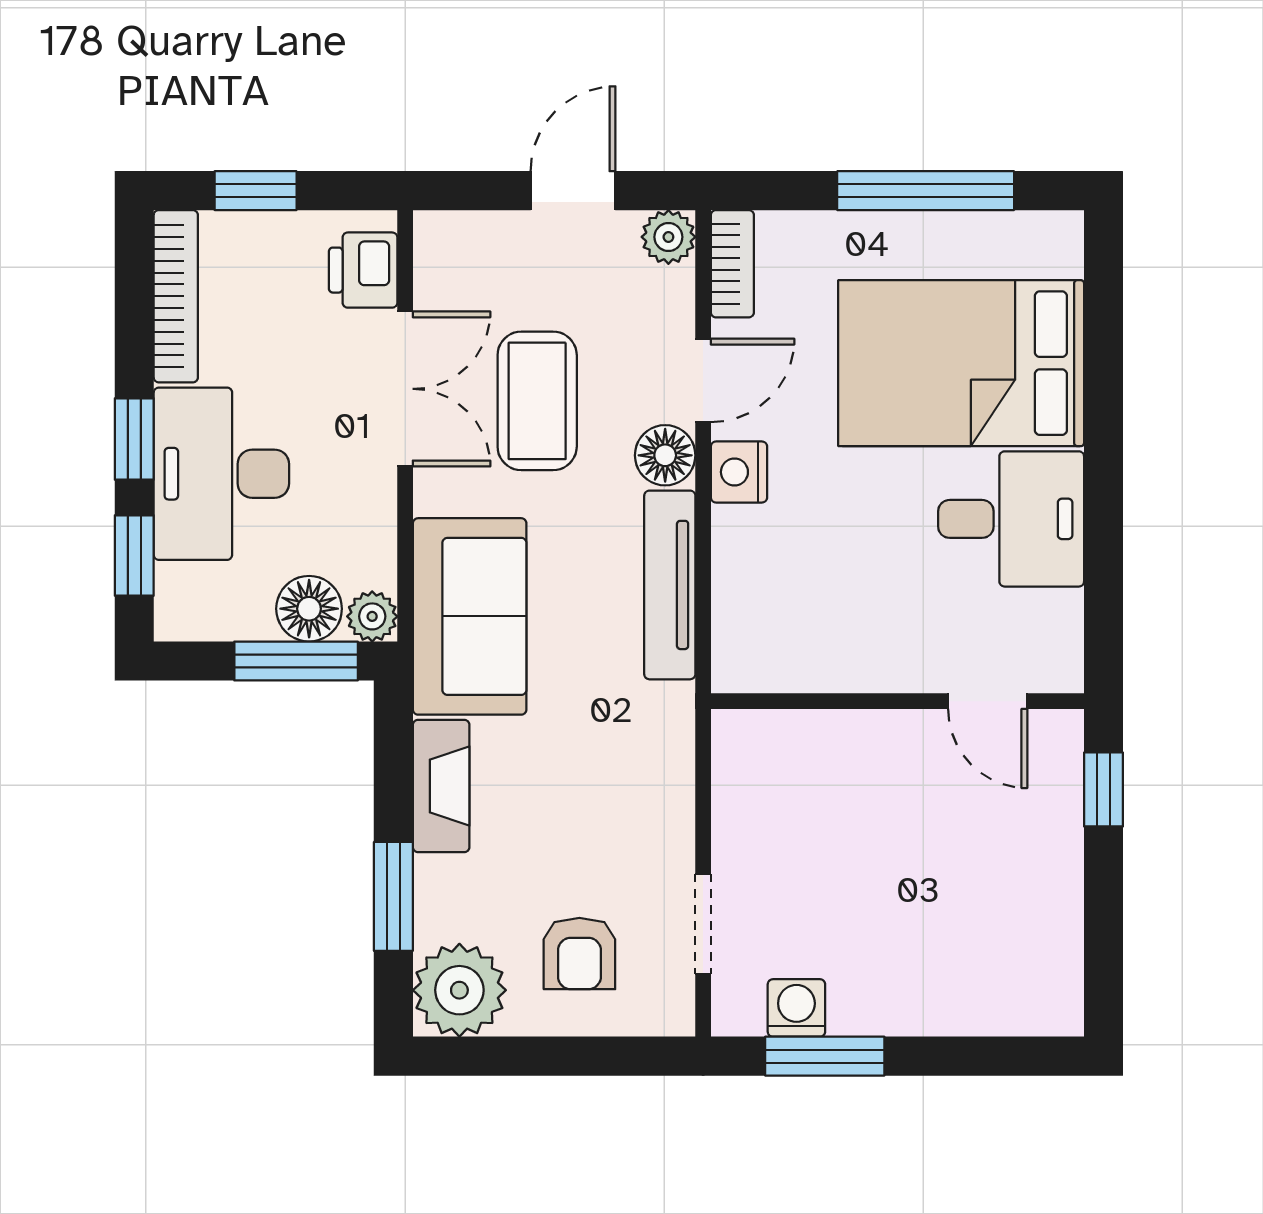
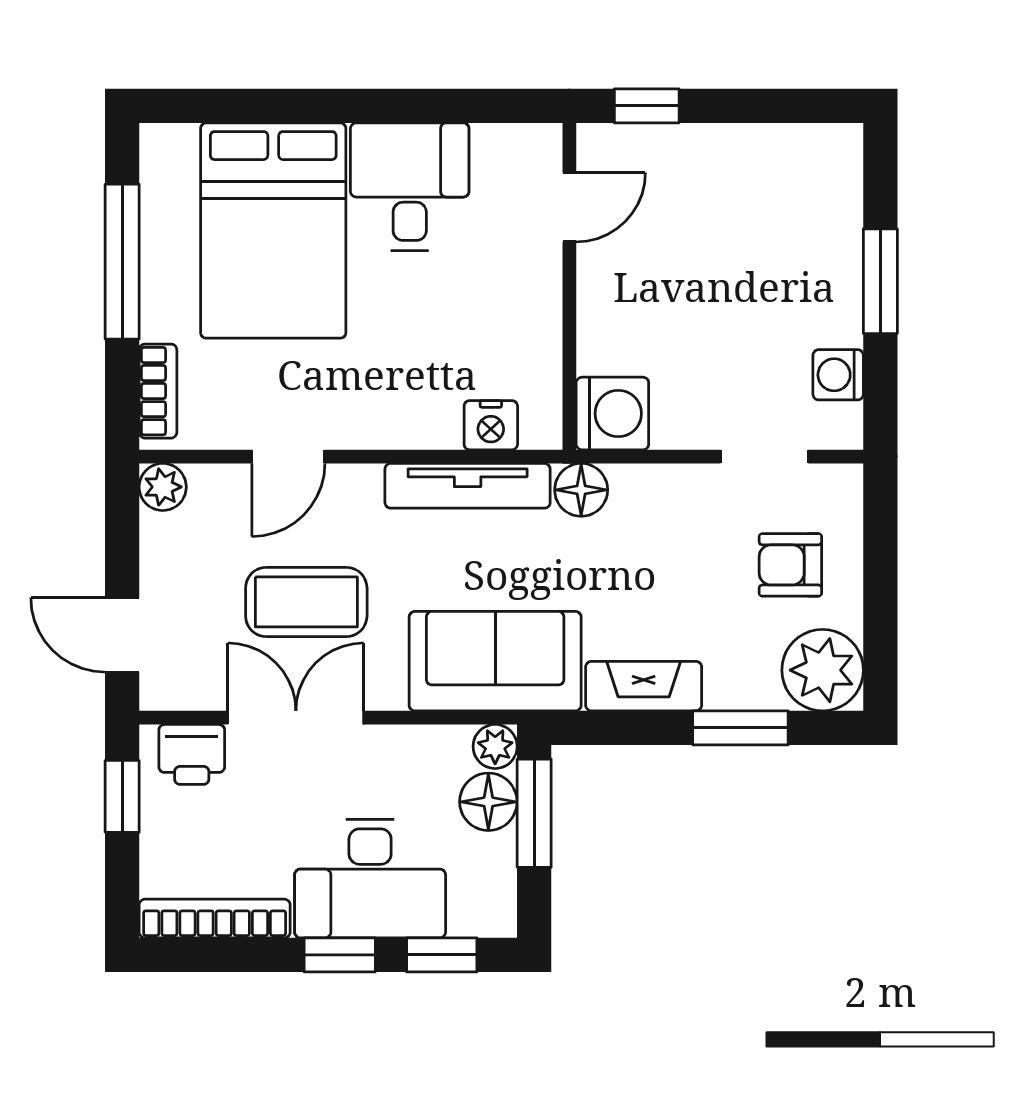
window: (256, 191) -> (122, 796), moved
door: (573, 191) -> (122, 635), moved
bookcase: (732, 264) -> (158, 391), moved, turned 90
door: (703, 380) -> (288, 457), swing flipped
floor lamp: (665, 455) -> (581, 490), moved
nightstand: (739, 472) -> (491, 425), moved
washing machine: (752, 750) -> (612, 414), added
armchair: (579, 954) -> (790, 565), turned 180
window: (825, 1056) -> (880, 281), moved

